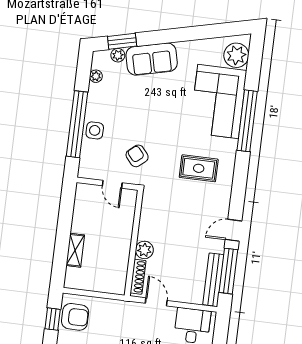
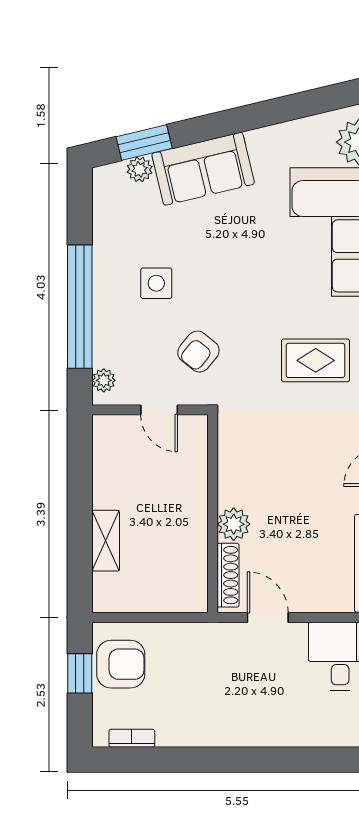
plant: (96, 76) -> (104, 380), moved
side table: (95, 130) -> (156, 283), moved
armchair: (137, 156) -> (198, 352), turned -101

